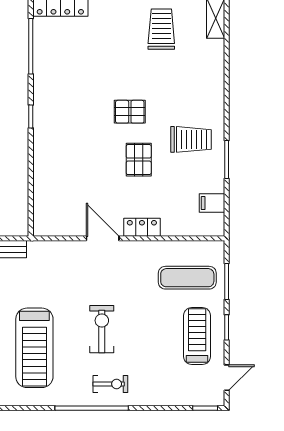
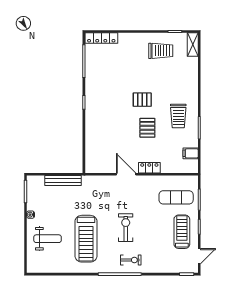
trolley: (161, 29) -> (161, 51), turned 90
trolley: (191, 139) -> (178, 116), turned 90

